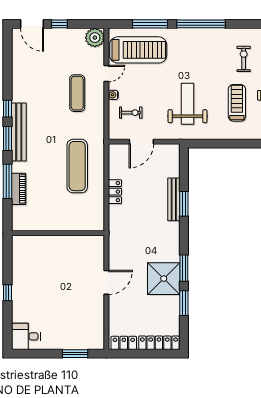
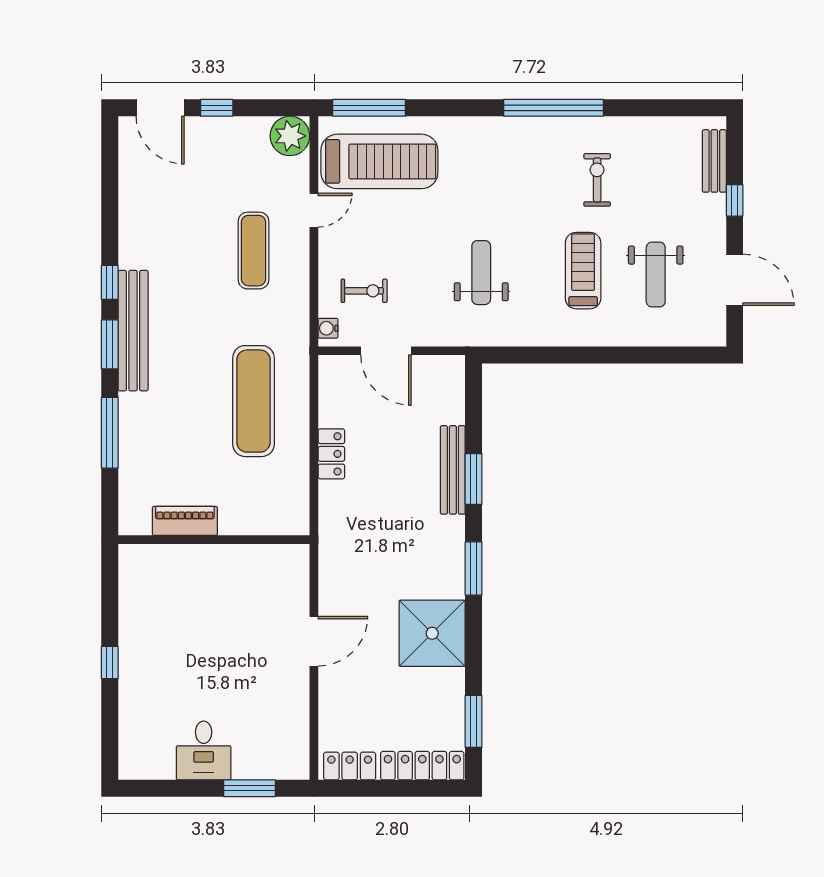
window: (150, 24) -> (369, 108), moved
window: (201, 24) -> (553, 108), moved
water cooler: (113, 95) -> (328, 328), moved
weight bench: (188, 104) -> (481, 273), width x0.73, depth x0.75
door: (141, 142) -> (386, 351), hinge flipped
piano: (19, 189) -> (185, 521), moved, turned -90
window: (184, 268) -> (474, 569), moved
window: (184, 303) -> (474, 721), moved
desk: (26, 336) -> (204, 750), moved, turned -90

